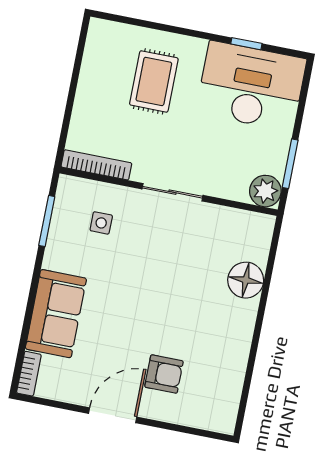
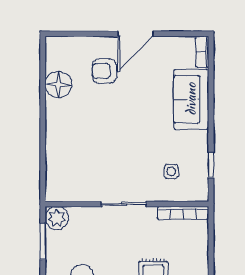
window: (47, 221) -> (211, 165), width x0.67
floor lamp: (246, 280) -> (58, 85), moved

